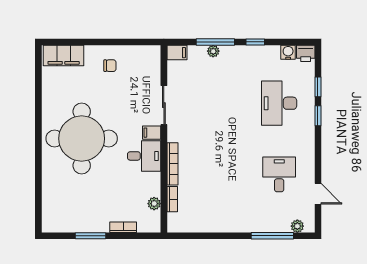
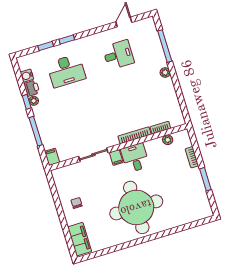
plant: (213, 51) -> (34, 101), moved
printer: (306, 53) -> (32, 88), moved
desk: (279, 174) -> (118, 55), turned 180
plant: (297, 226) -> (165, 73), moved

